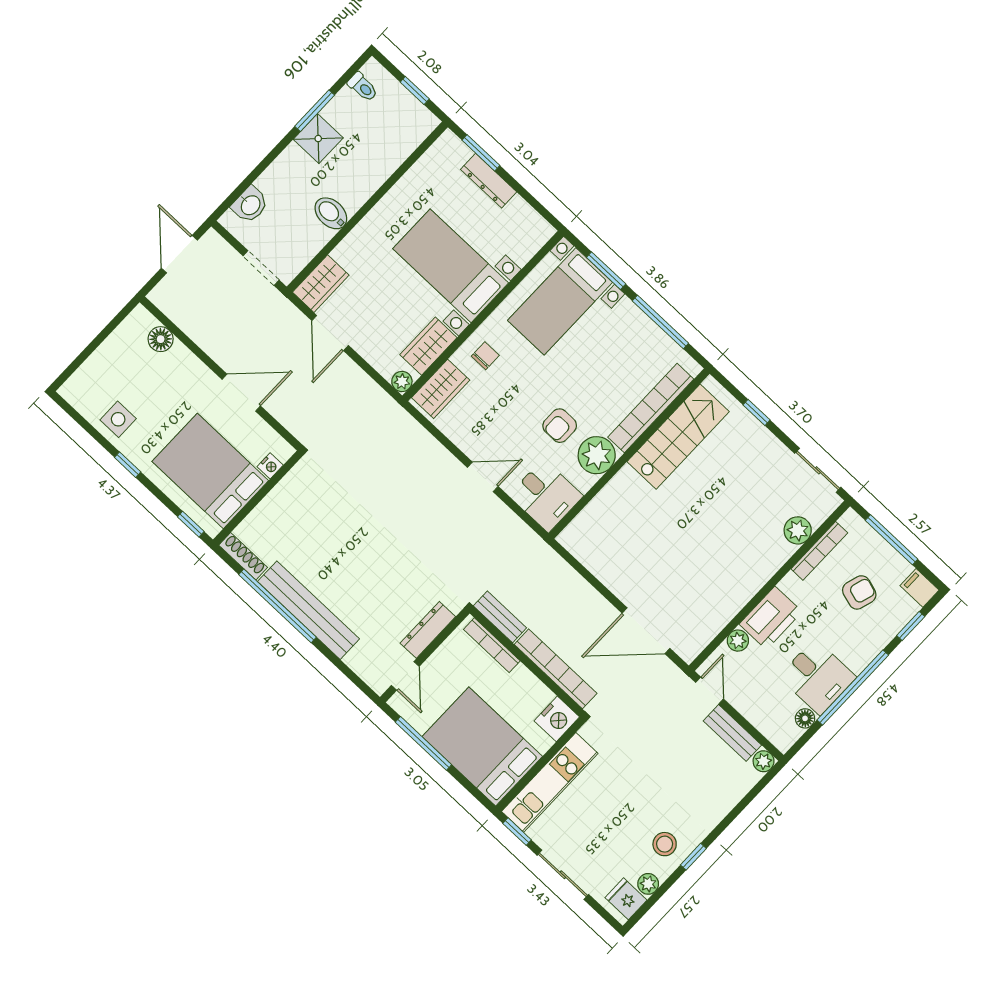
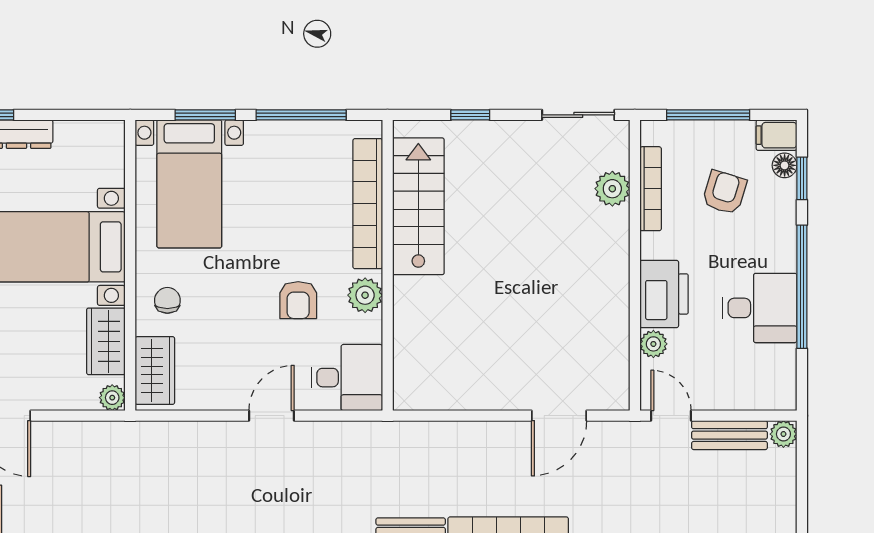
plant: (597, 455) -> (365, 295), width x0.73, depth x0.73
door: (646, 631) -> (559, 416), width x0.73
floor lamp: (805, 718) -> (785, 165), moved

